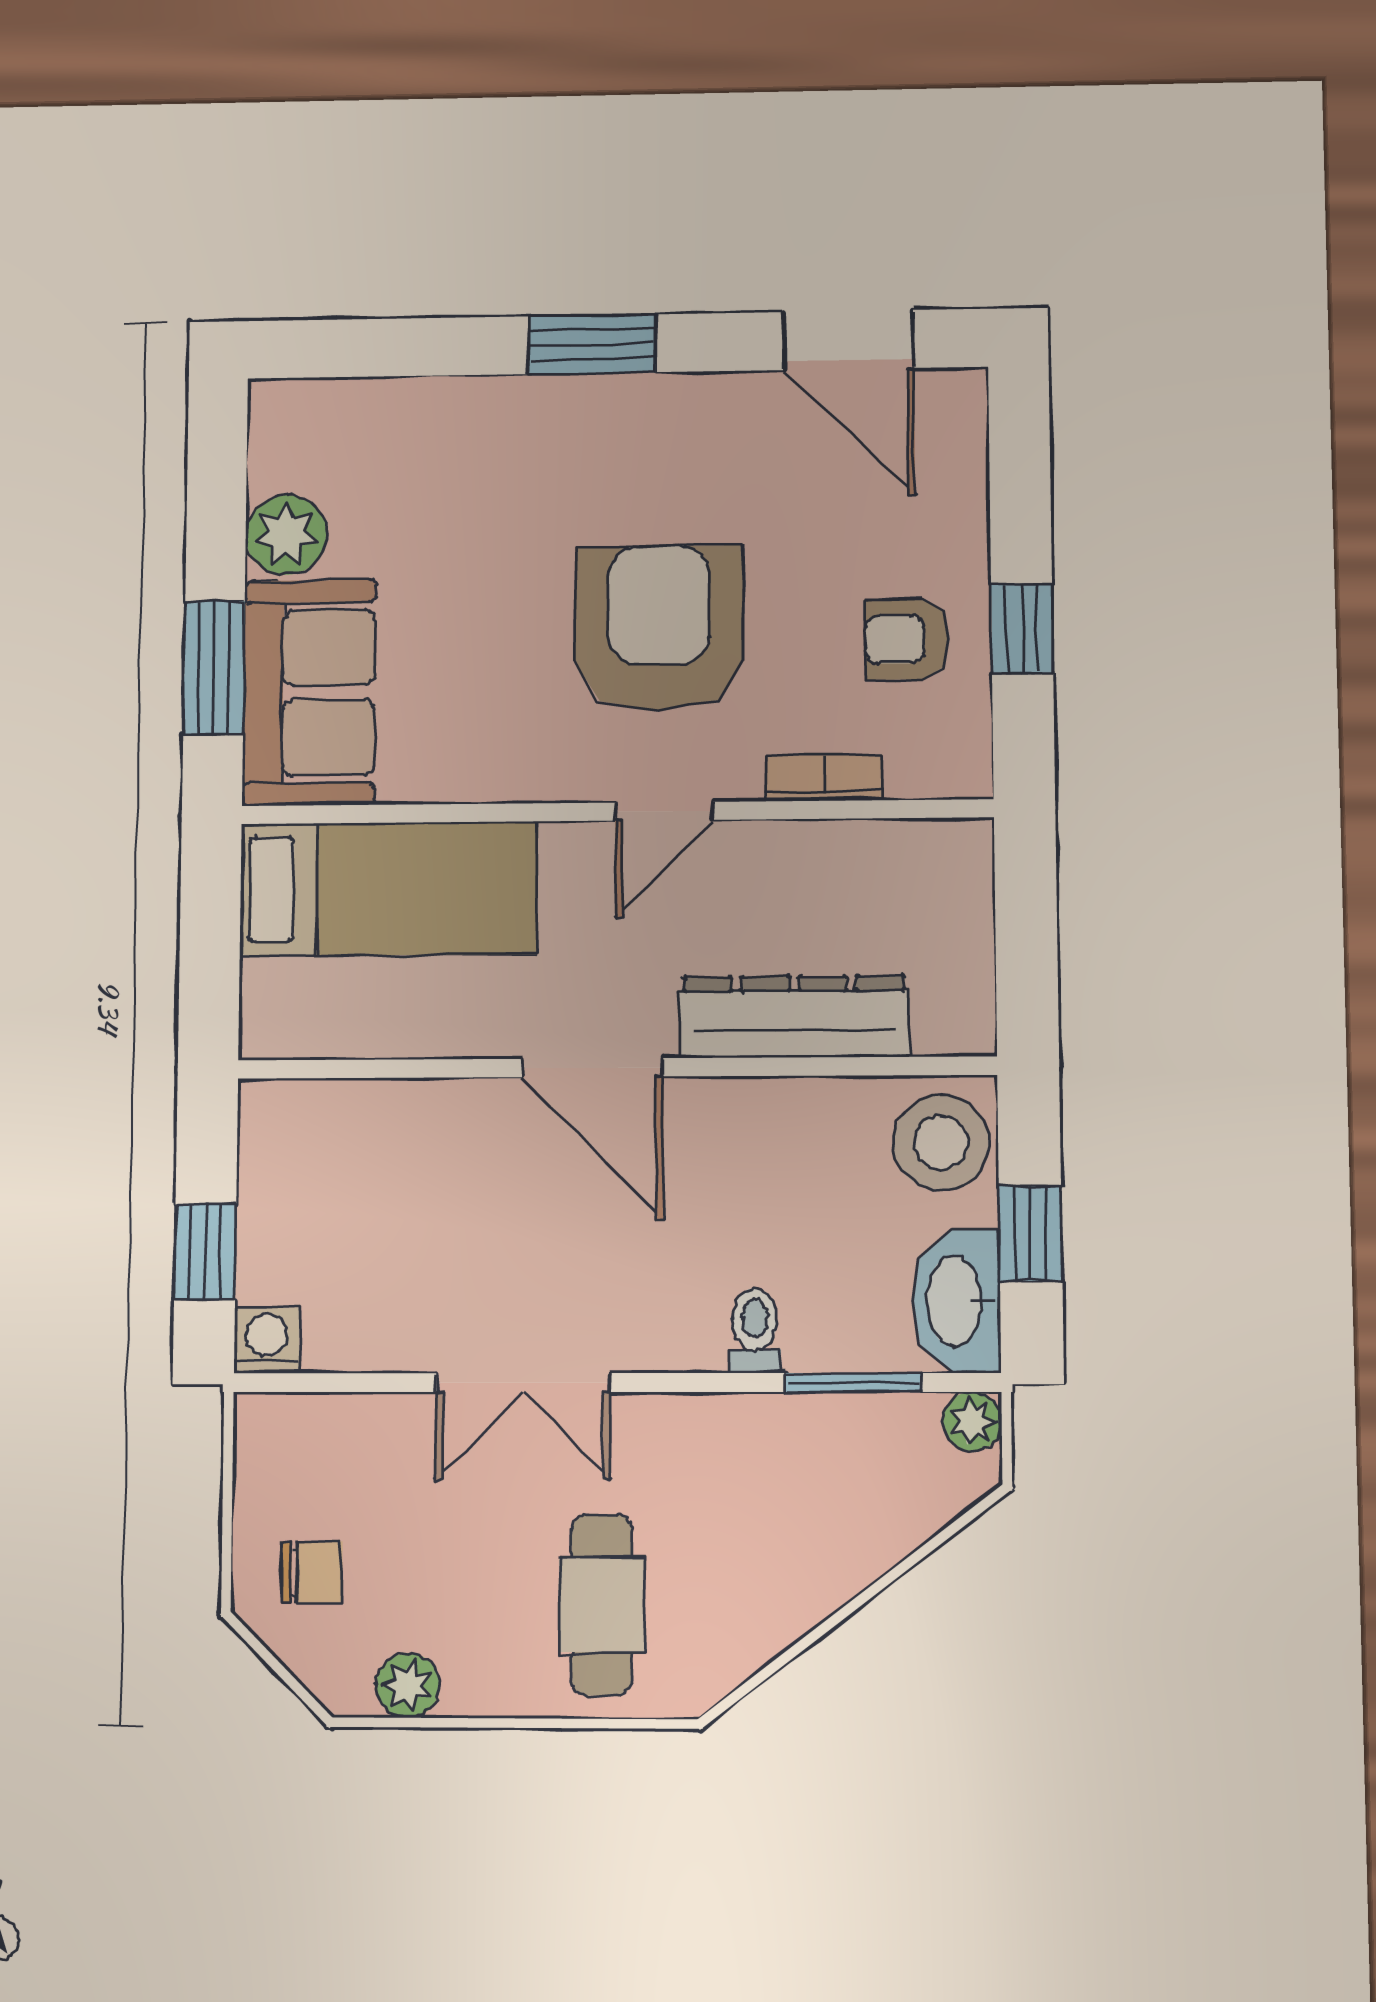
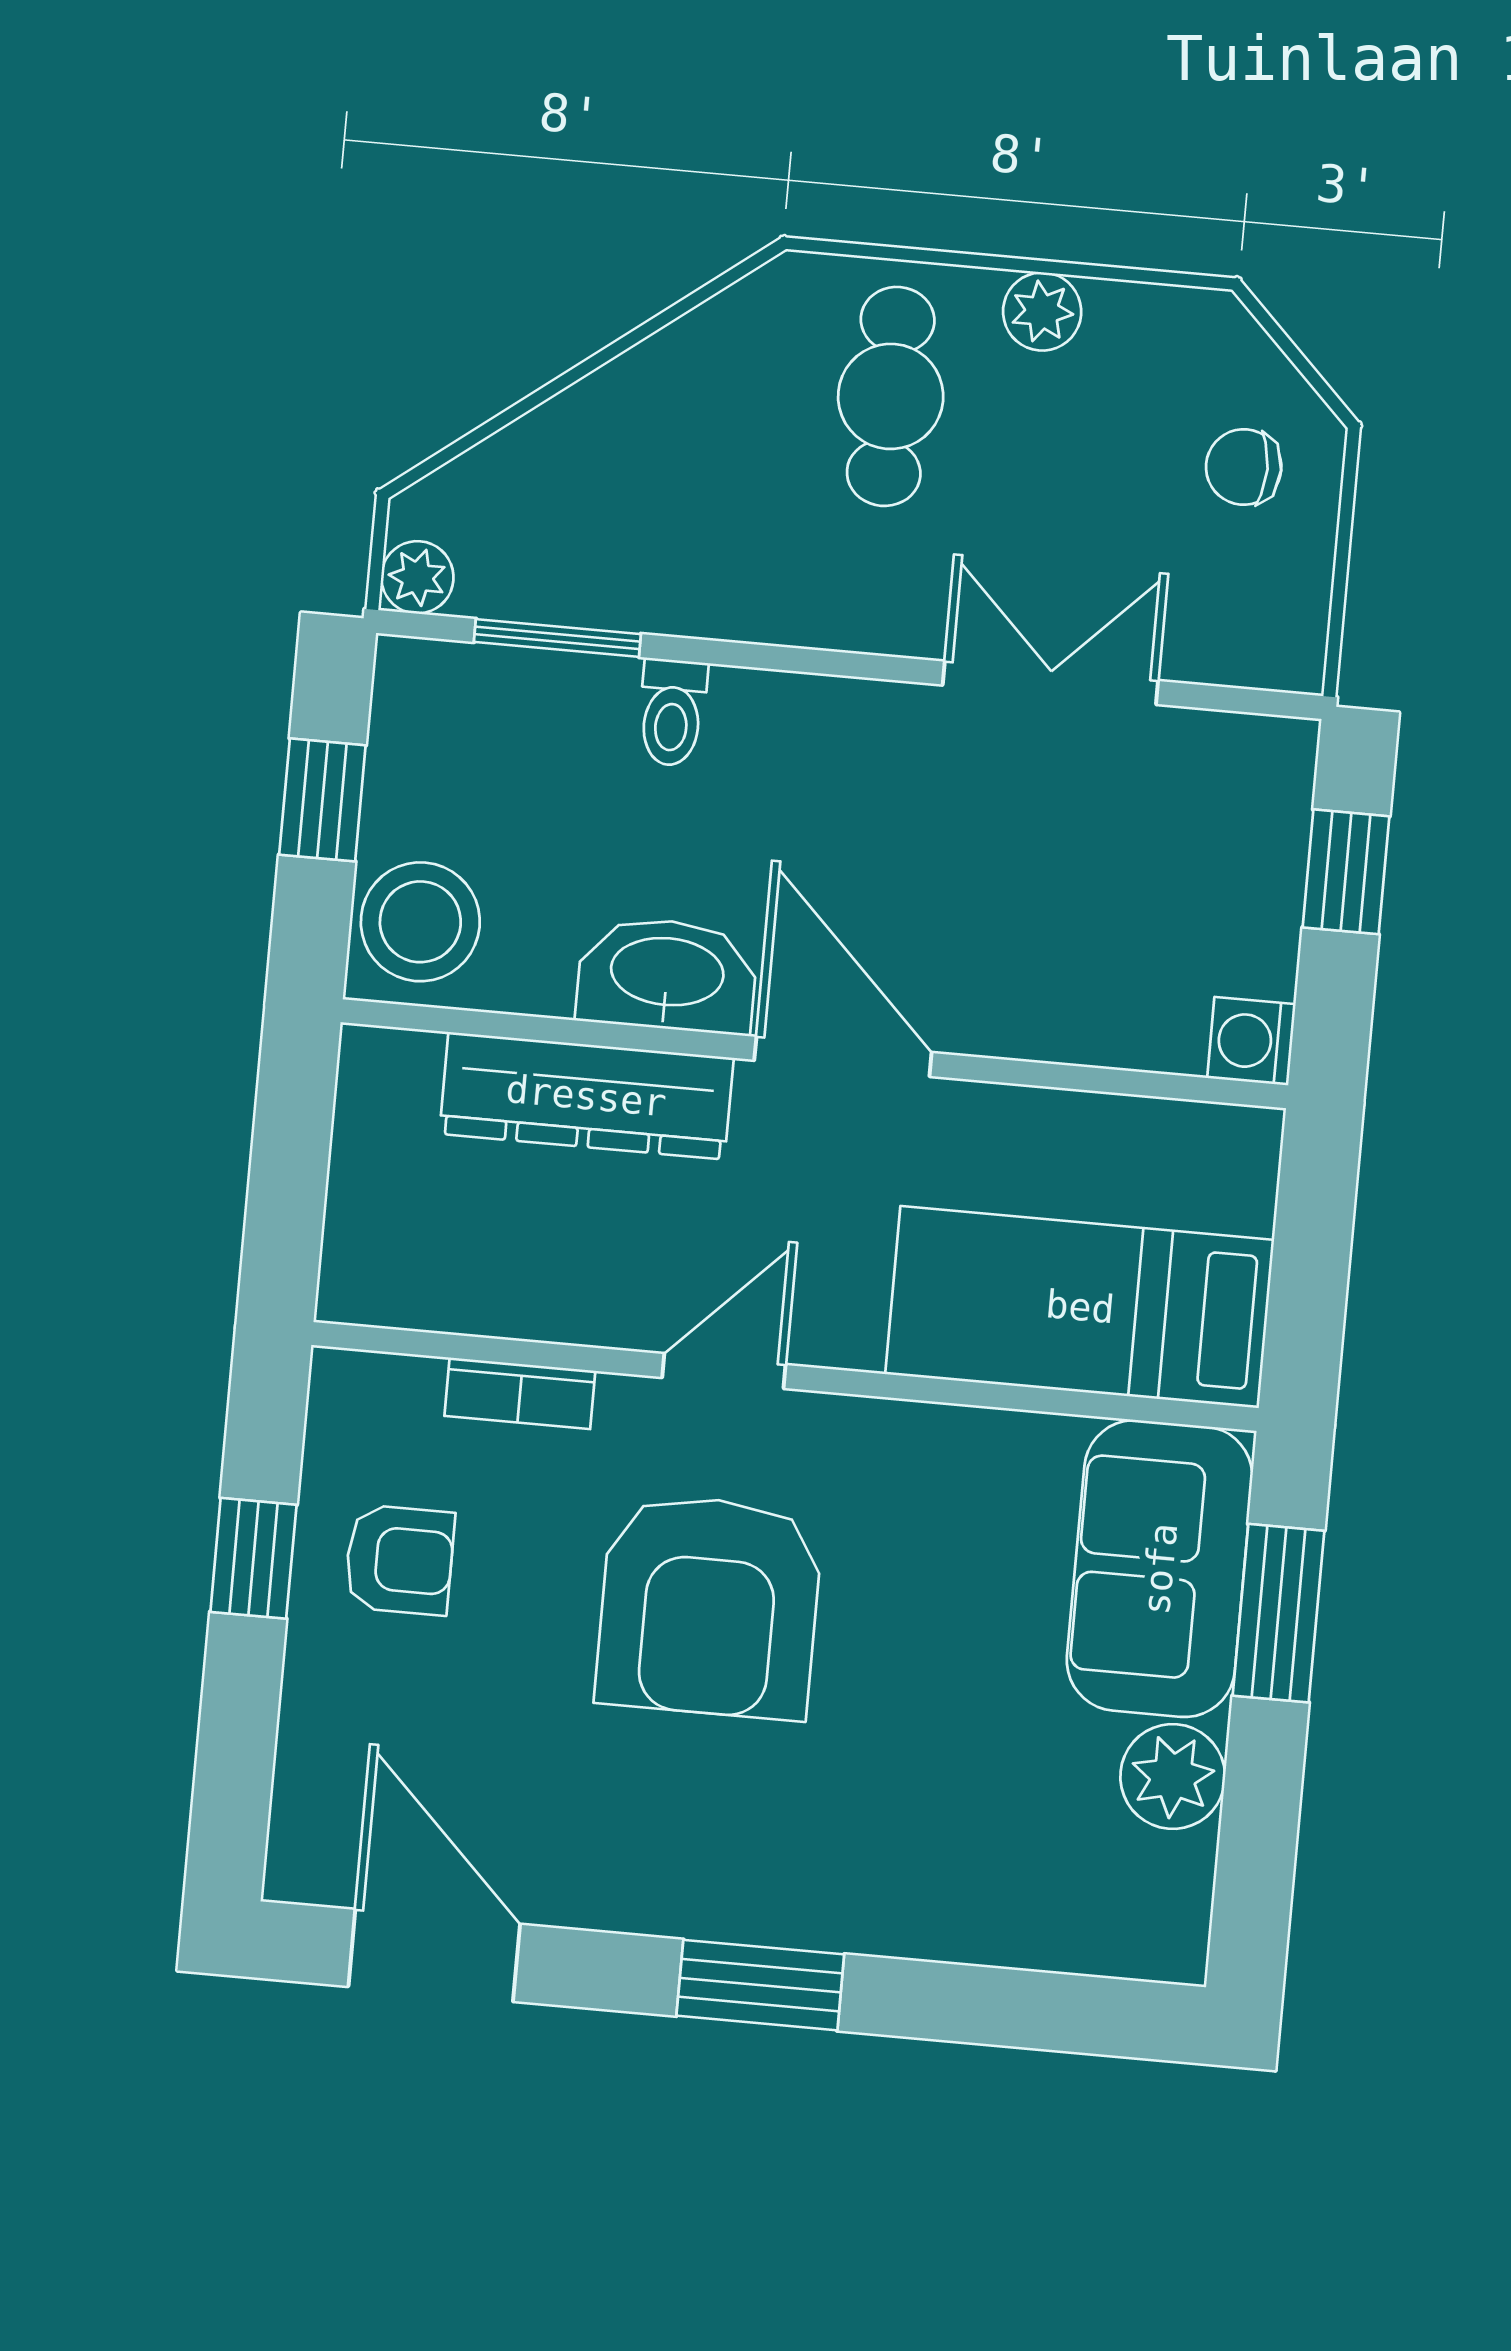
washbasin: (956, 1301) -> (667, 975), moved, turned -90
washing machine: (267, 1340) -> (1251, 1041), moved, turned 90
double door: (523, 1383) -> (1050, 683), moved
plant: (408, 1685) -> (1042, 312), moved

